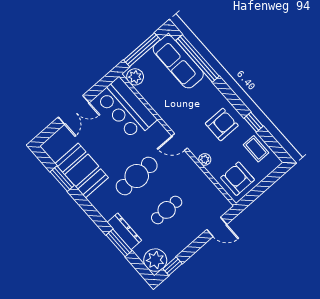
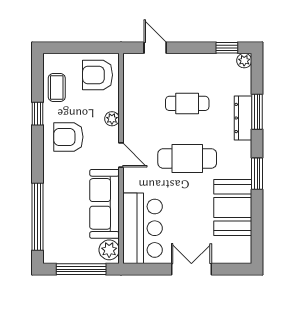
sofa: (178, 62) -> (104, 204), moved, turned 180
window: (62, 179) -> (257, 174), moved
armchair: (238, 179) -> (98, 75), turned 90
plant: (155, 260) -> (244, 61), width x0.53, depth x0.53

